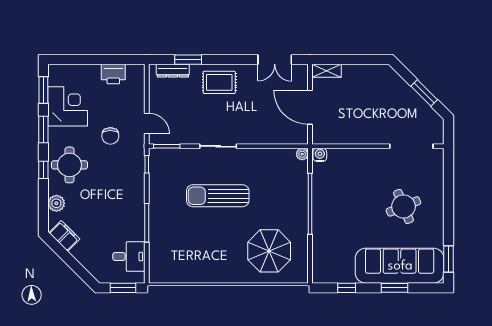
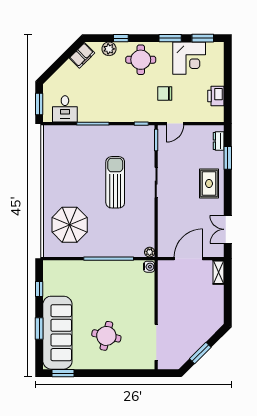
dresser: (173, 71) -> (219, 141), width x0.70
window: (43, 170) -> (121, 38), moved
round table: (403, 206) -> (106, 336), turned 35

